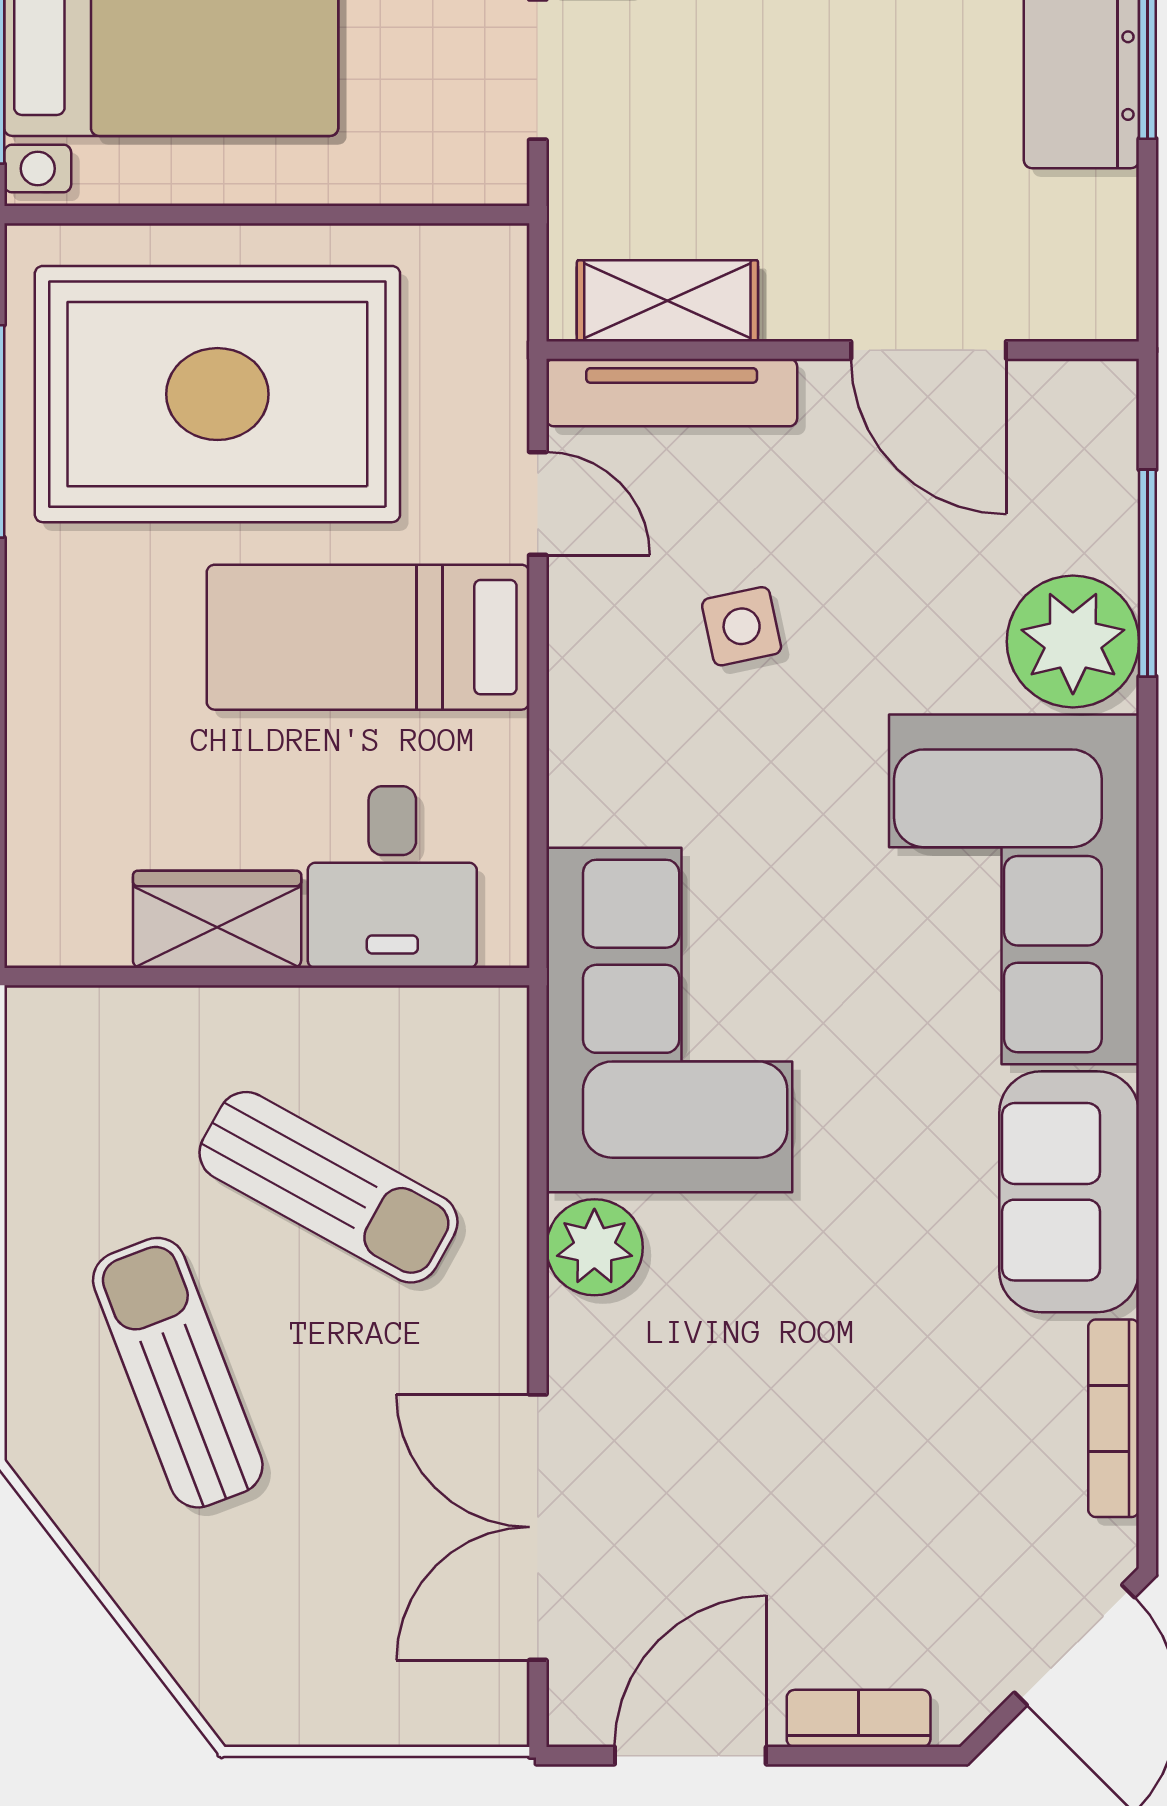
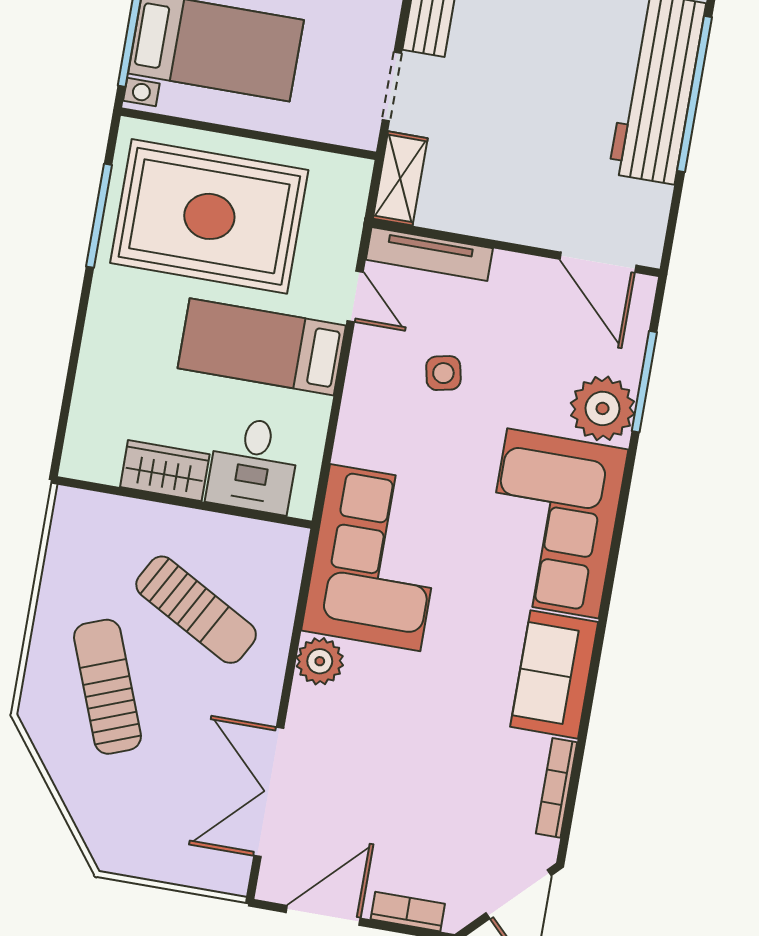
shelving: (667, 301) -> (400, 178), moved, turned 90
door: (929, 350) -> (598, 262), moved

